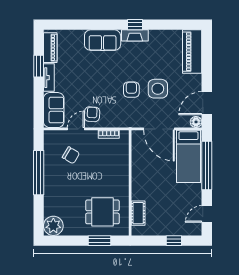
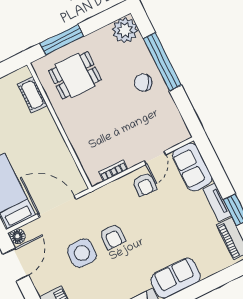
chair: (71, 155) -> (143, 83), moved
window: (39, 173) -> (162, 62), moved
window: (100, 241) -> (62, 40), width x1.44

